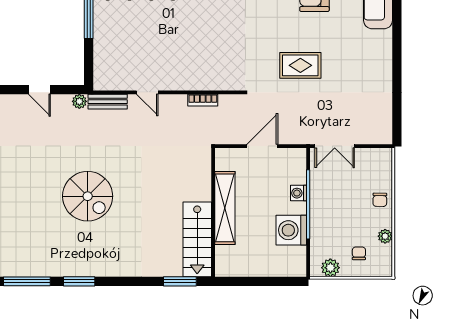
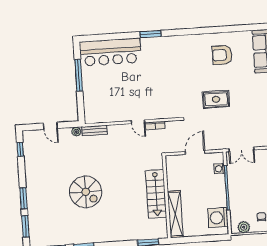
door: (147, 92) -> (138, 122), moved
washing machine: (298, 193) -> (219, 169), moved
shelving: (225, 208) -> (175, 214), moved
washing machine: (291, 230) -> (218, 218), moved
stairs: (197, 239) -> (156, 194), moved

